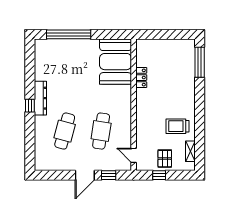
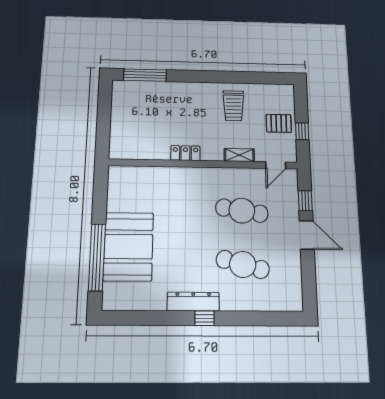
booth: (116, 62) -> (128, 247), moved, turned 90
locker: (141, 78) -> (185, 153), moved
shelving: (190, 151) -> (239, 155), moved

